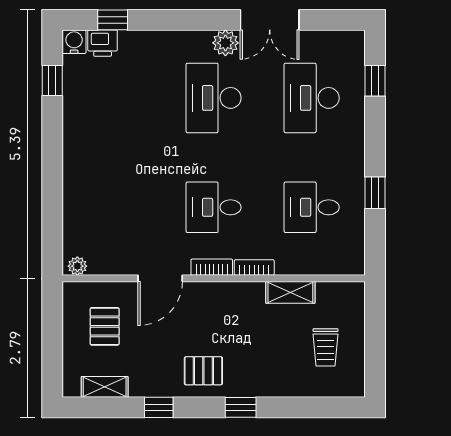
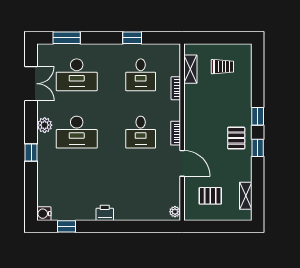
window: (113, 20) -> (31, 152), moved
double door: (270, 20) -> (31, 84), moved
printer: (103, 43) -> (105, 213), moved, turned -90
window: (375, 81) -> (67, 38), width x1.50
bookcase: (254, 267) -> (176, 88), moved
shelving: (290, 292) -> (190, 69), moved
window: (159, 407) -> (258, 148), moved

